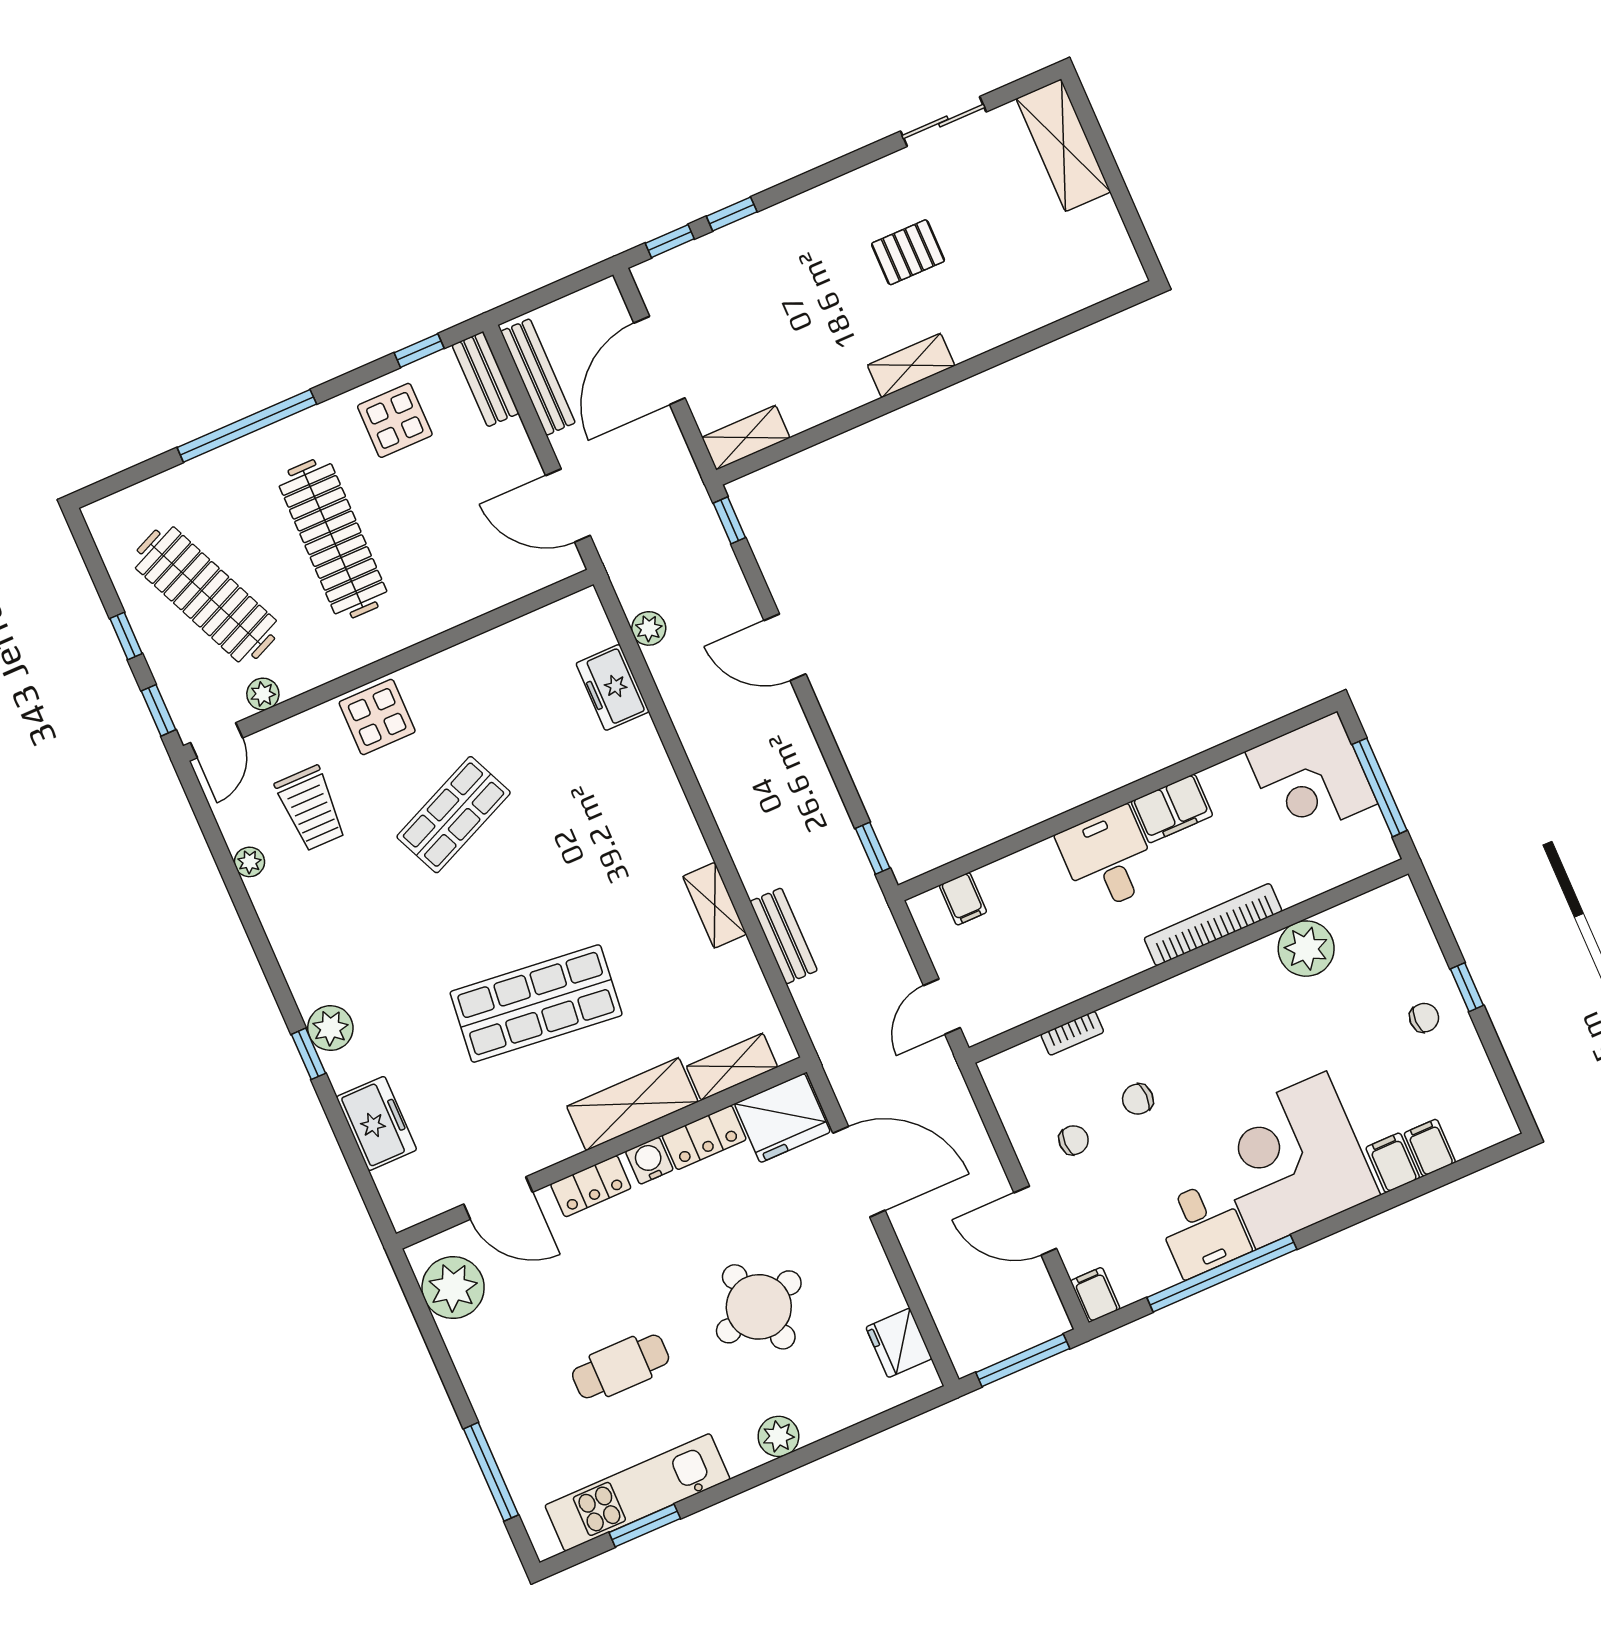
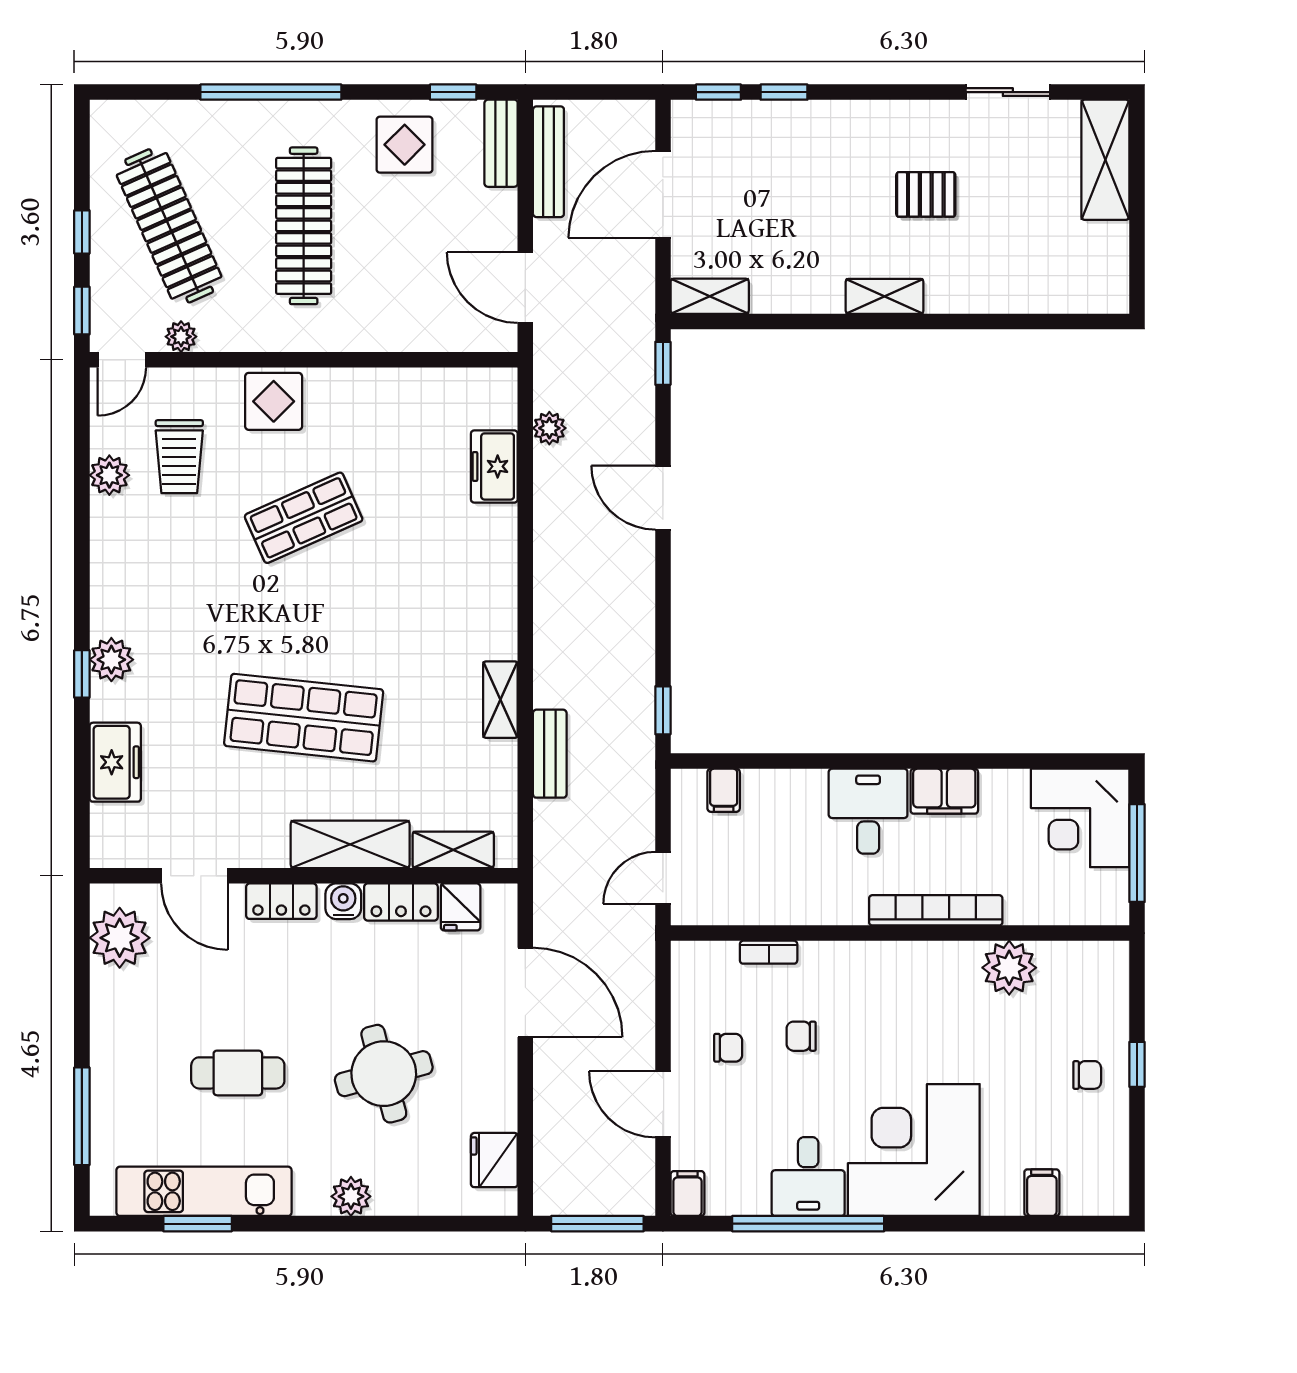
plant: (249, 862) -> (109, 475), width x1.38, depth x1.38
fridge: (782, 1118) -> (461, 907), width x0.53, depth x0.75
filing cabinet: (1393, 1163) -> (1003, 1192), removed

